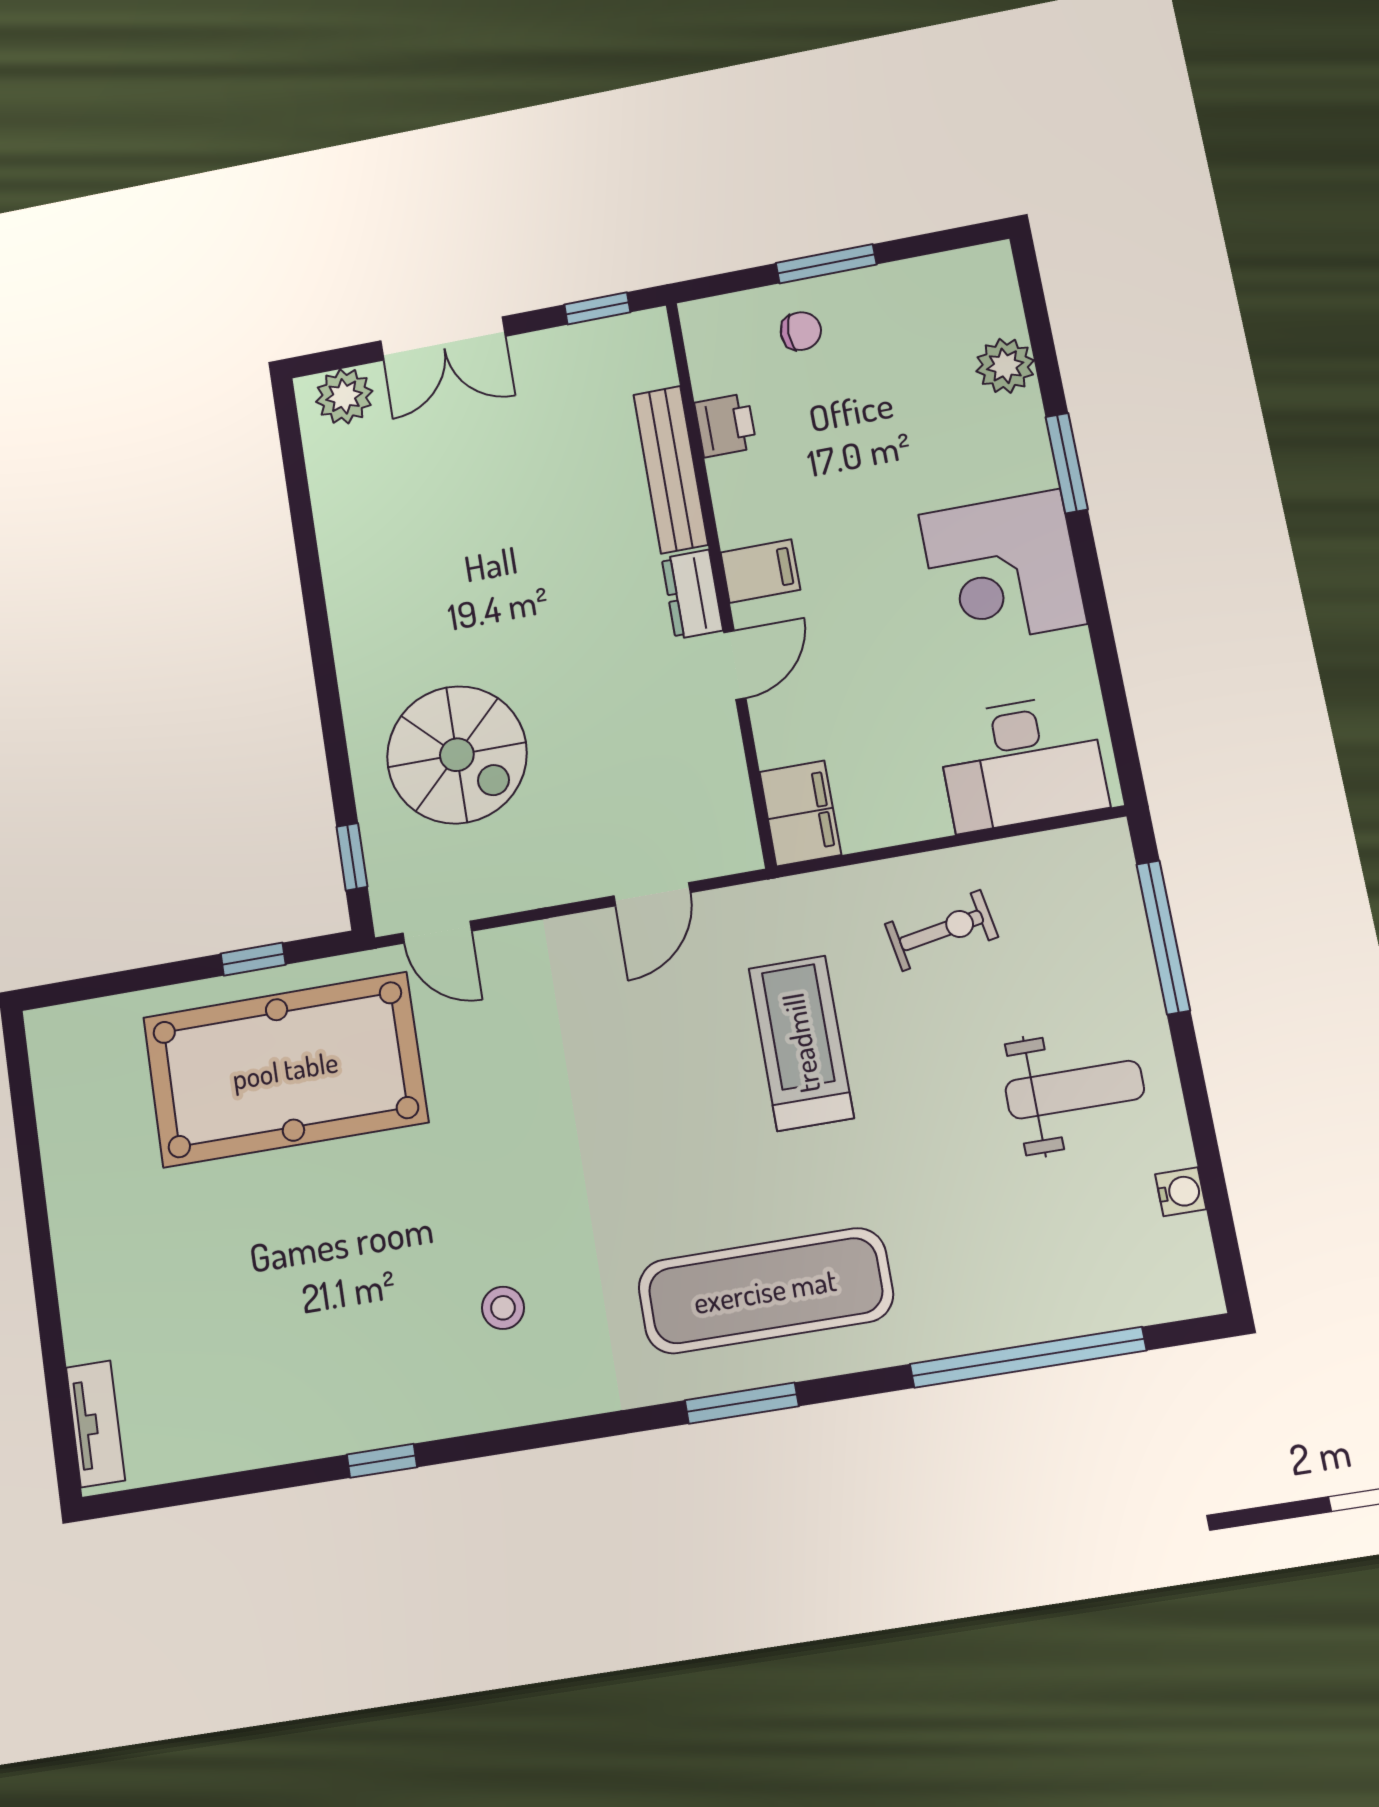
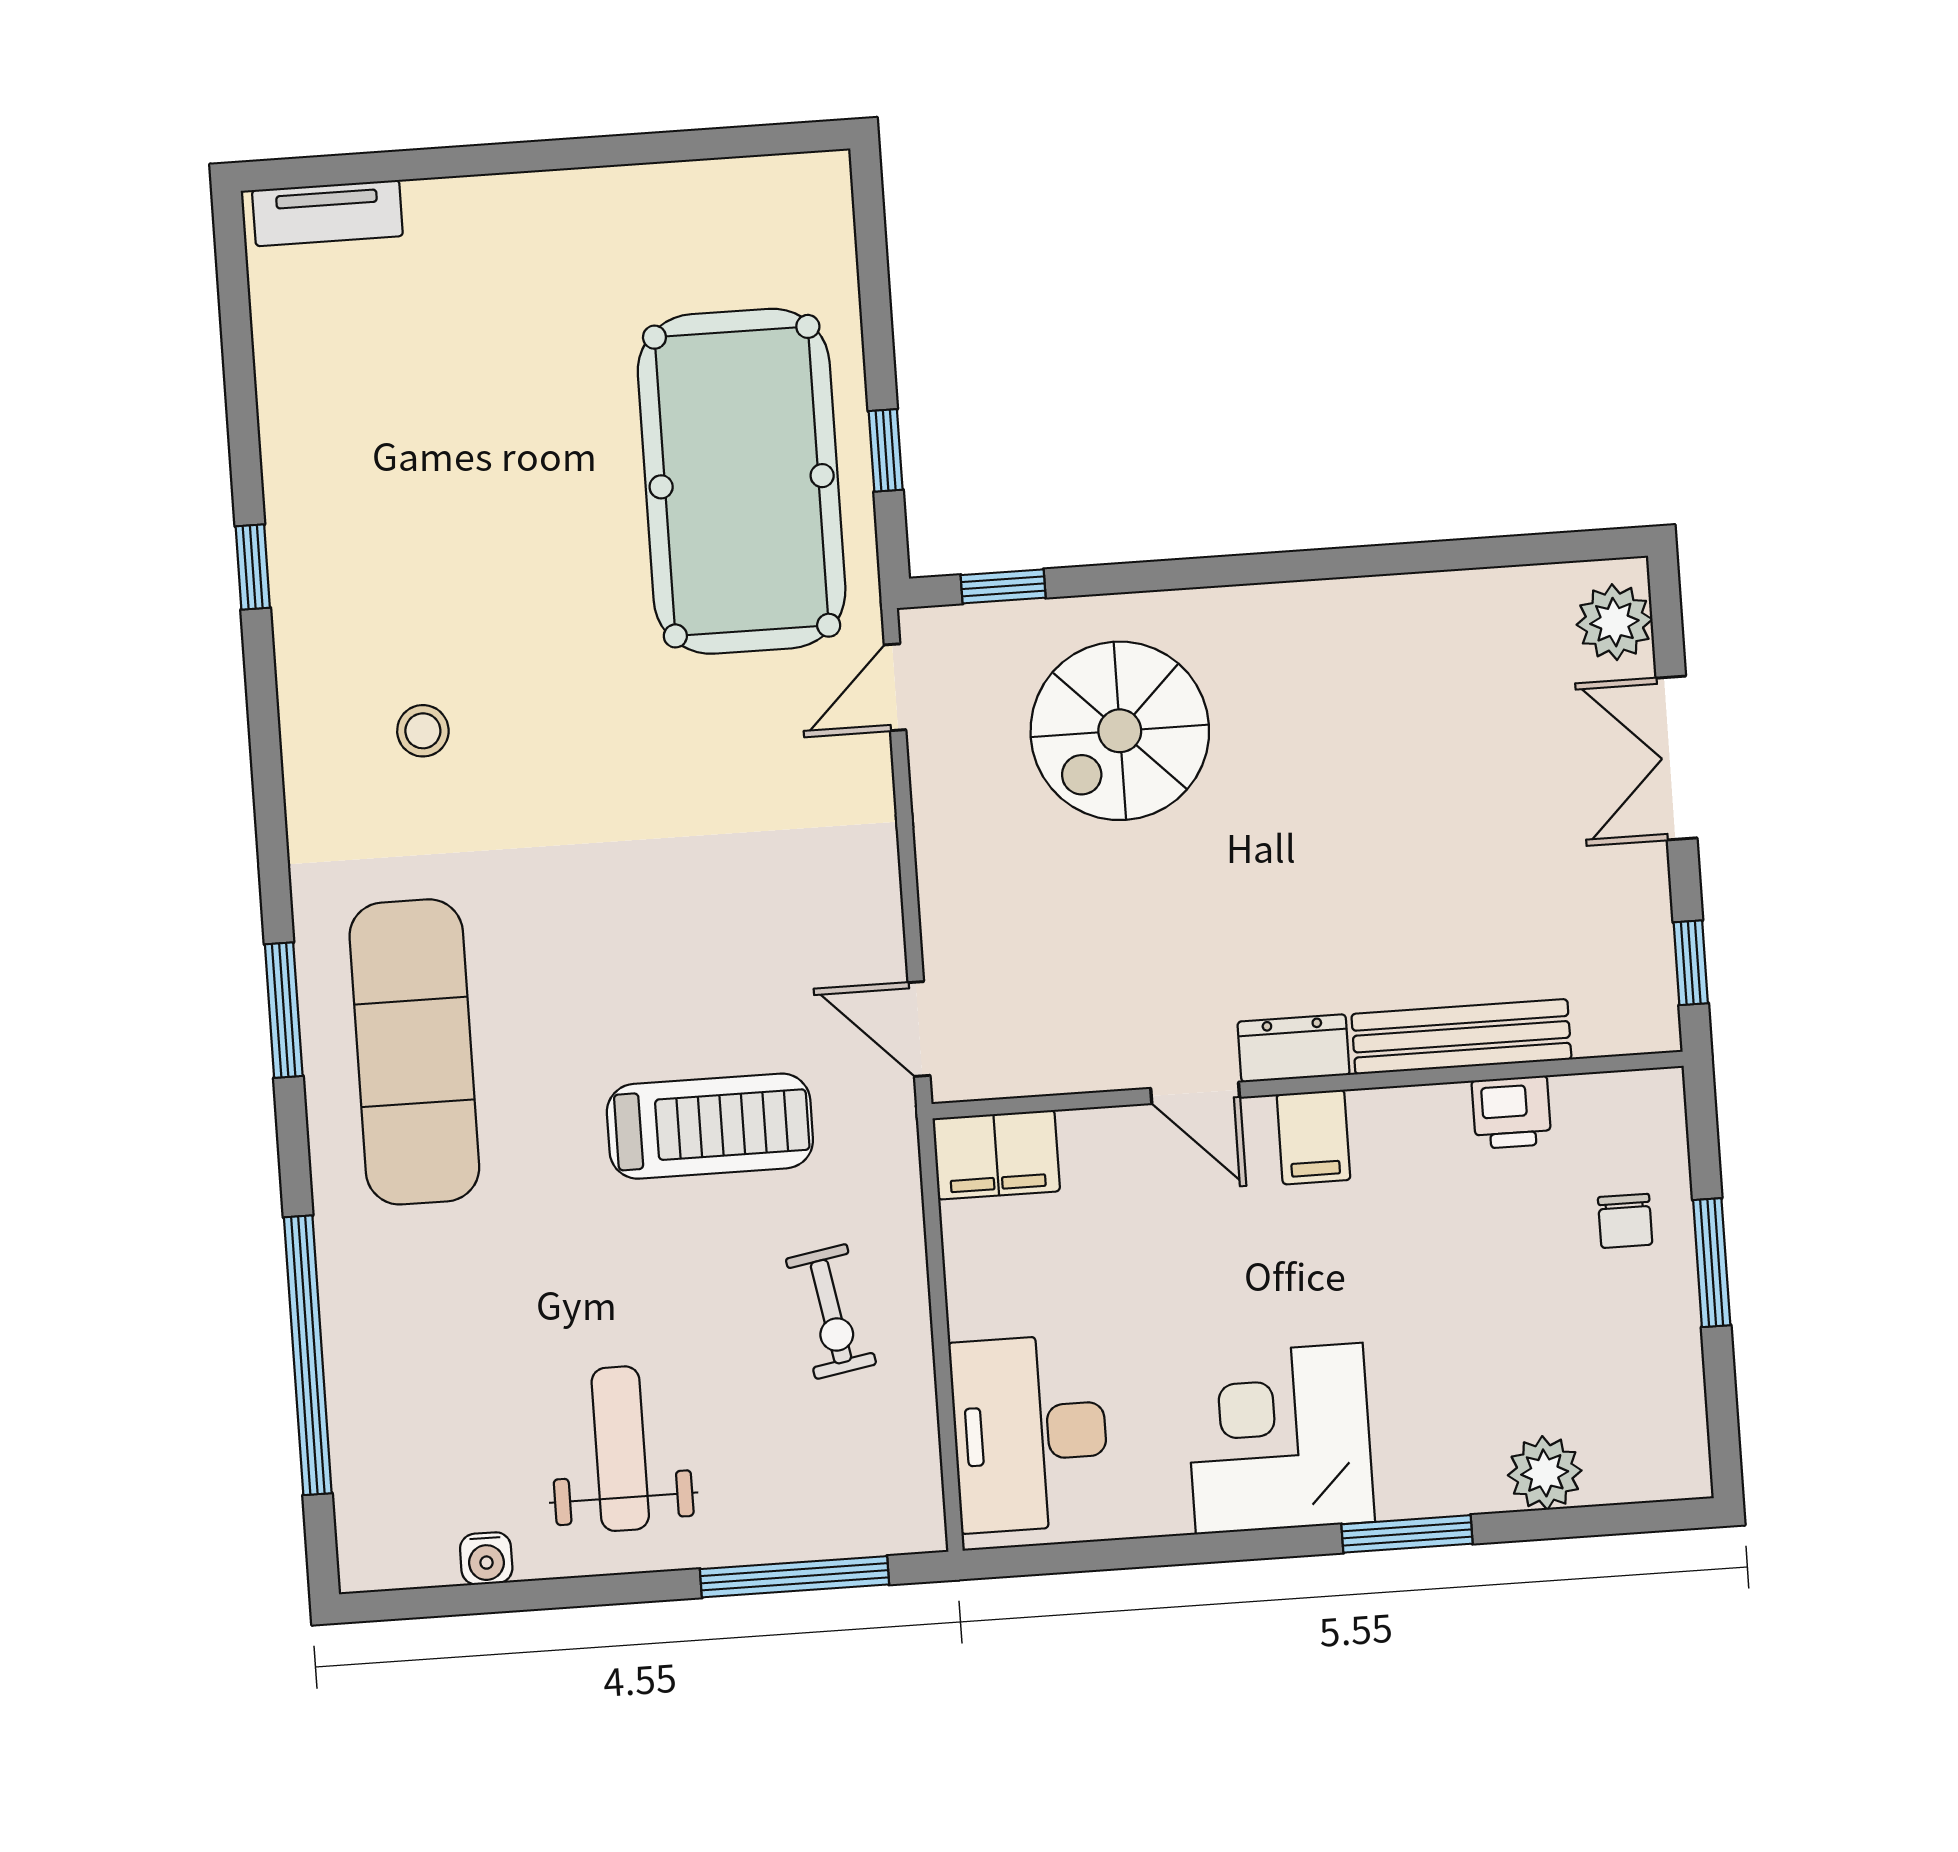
door: (652, 894) -> (919, 1029), moved
weight bench: (1075, 1090) -> (620, 1449), turned 180

